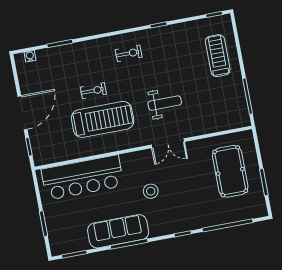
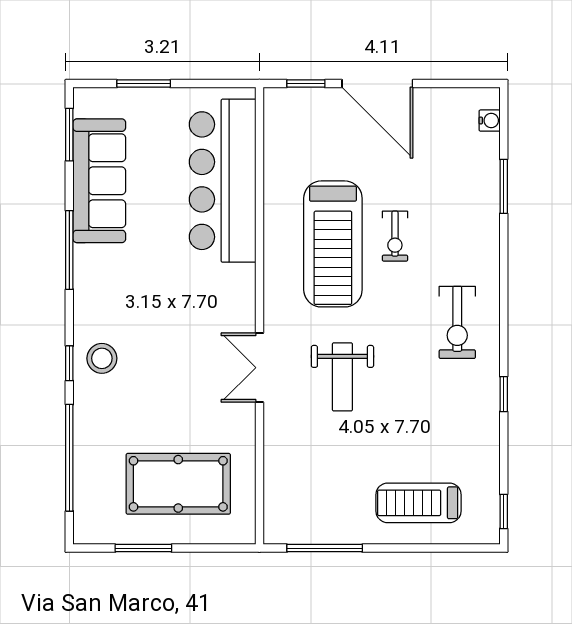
exercise bike: (129, 53) -> (457, 322), width x1.38, depth x1.39
treadmill: (218, 56) -> (419, 503), turned 180
stool: (151, 191) -> (102, 358), moved
sofa: (118, 231) -> (99, 181), moved

